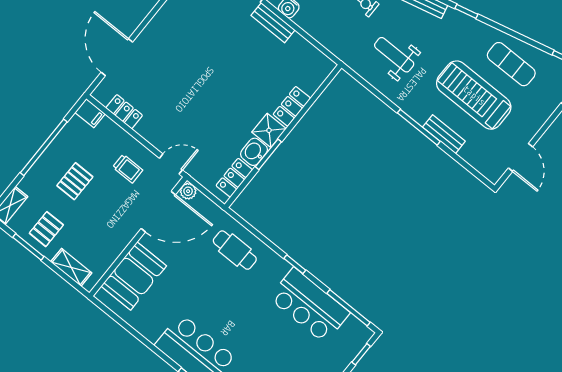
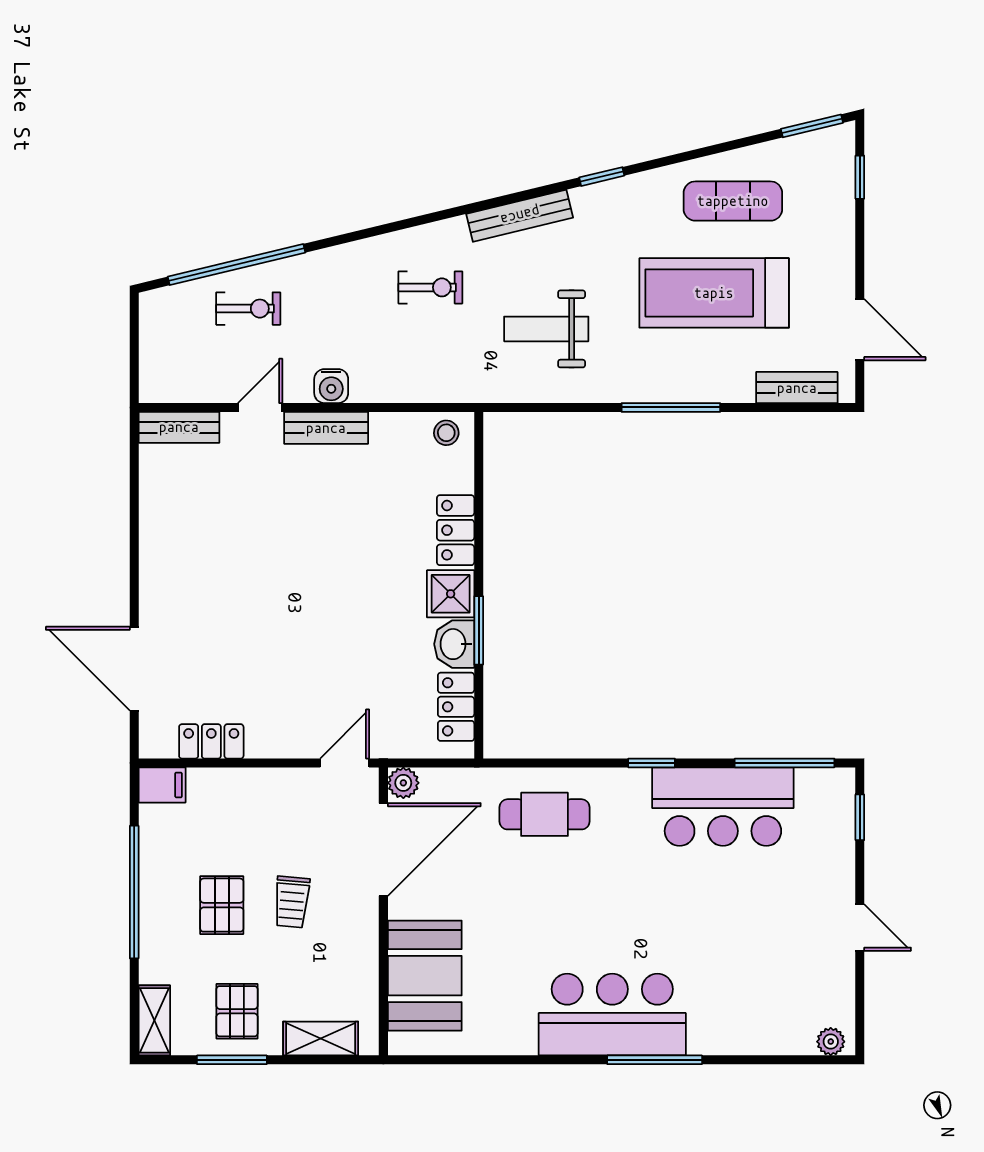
stool: (320, 64) -> (446, 433), added
bench: (444, 134) -> (797, 388), moved
trolley: (128, 169) -> (292, 902), moved, turned 95

